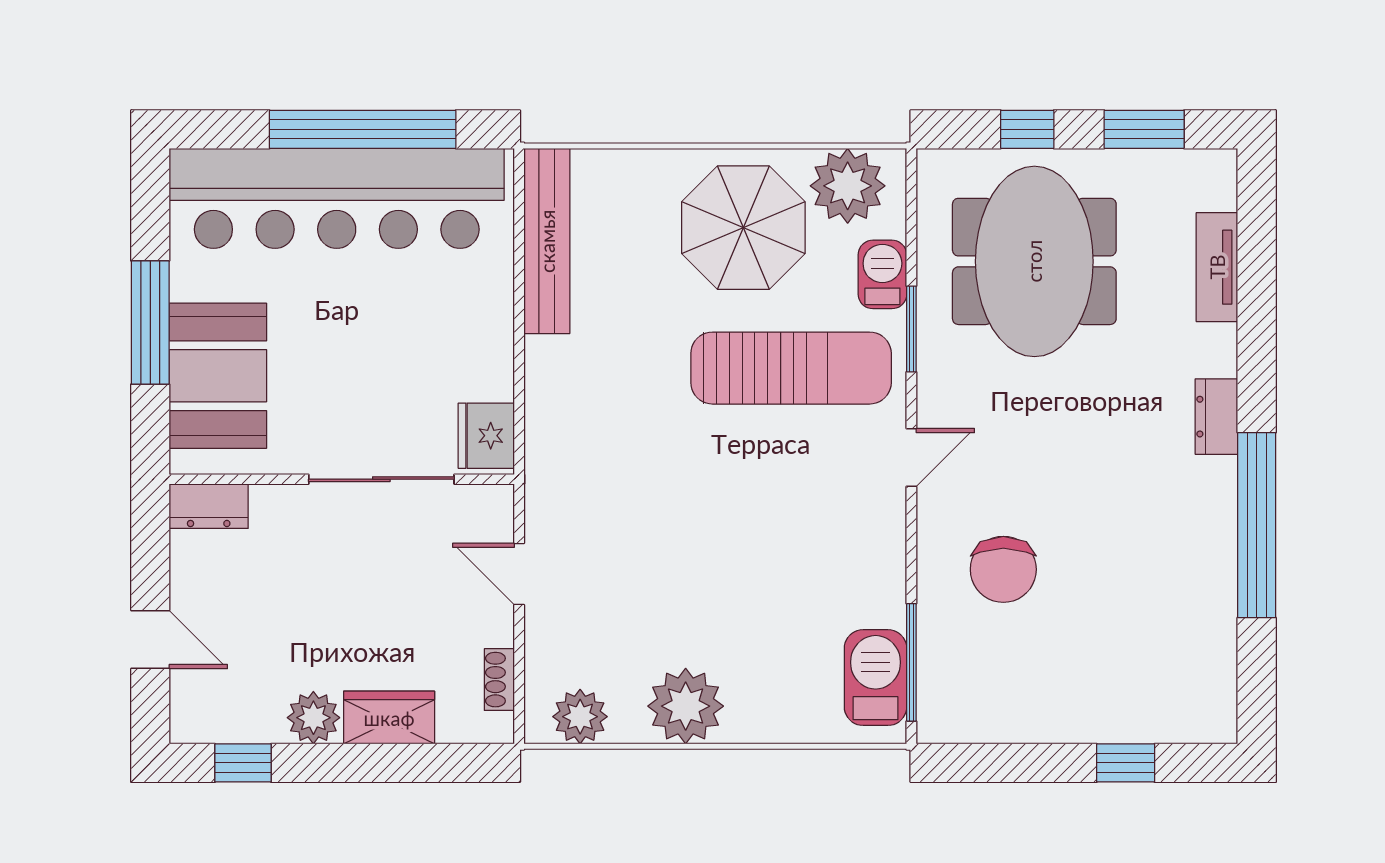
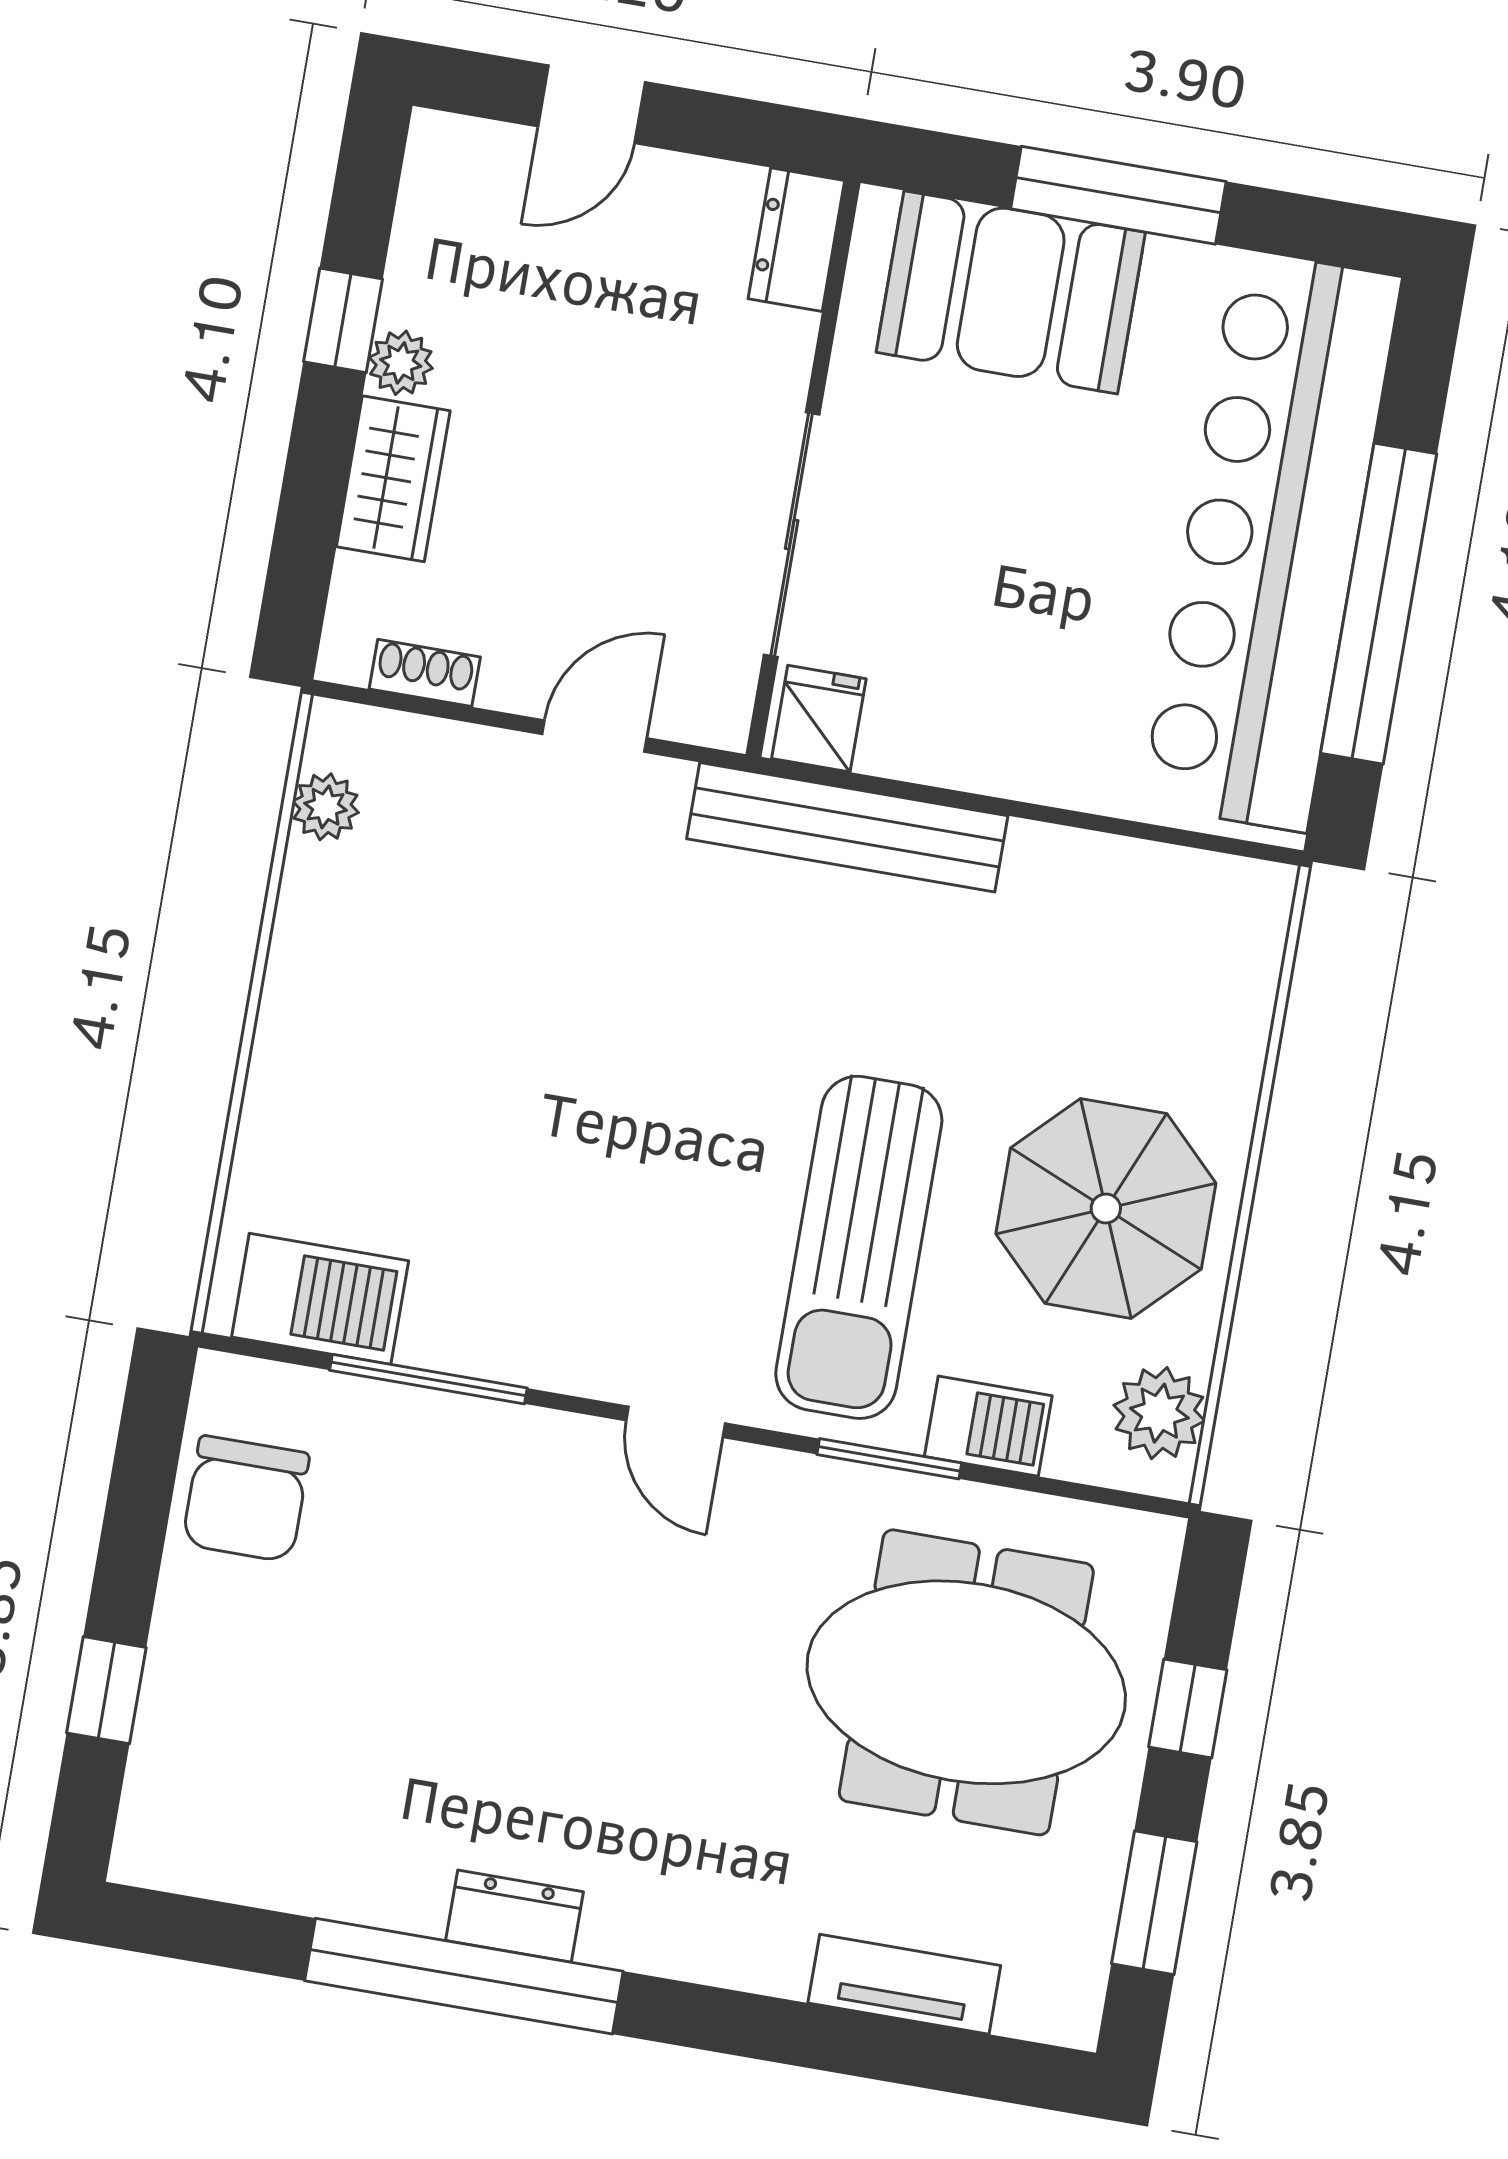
plant: (848, 186) -> (1159, 1413), width x0.73, depth x0.73
bench: (547, 241) -> (847, 827), moved
dresser: (1216, 417) -> (515, 1916), moved
fridge: (486, 436) -> (819, 719), width x0.72
chair: (1003, 569) -> (246, 1499), moved, turned -90
window: (911, 662) -> (428, 1379), moved
plant: (686, 706) -> (327, 975), removed
plant: (580, 717) -> (325, 807), width x0.73, depth x0.73
plant: (313, 718) -> (401, 363), width x0.73, depth x0.73
window: (243, 763) -> (343, 320), moved

